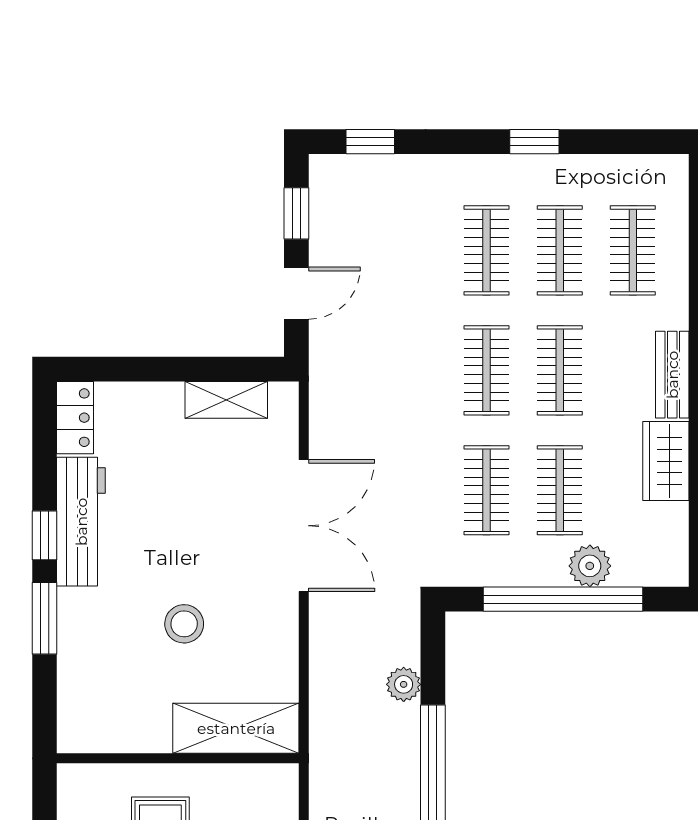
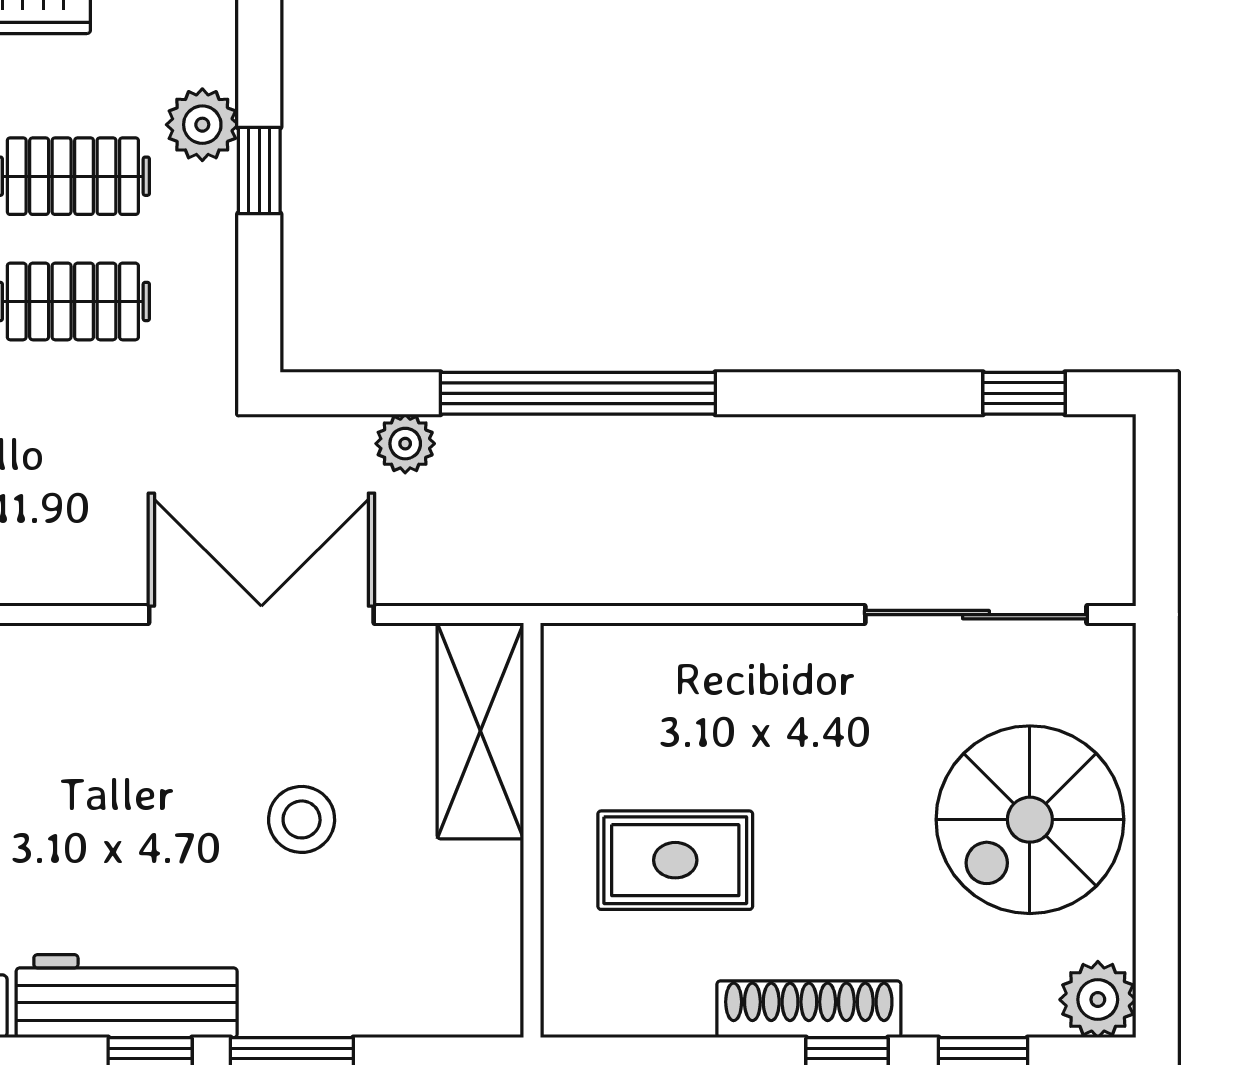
double door: (304, 526) -> (261, 615), moved
window: (563, 599) -> (259, 171), width x0.32

